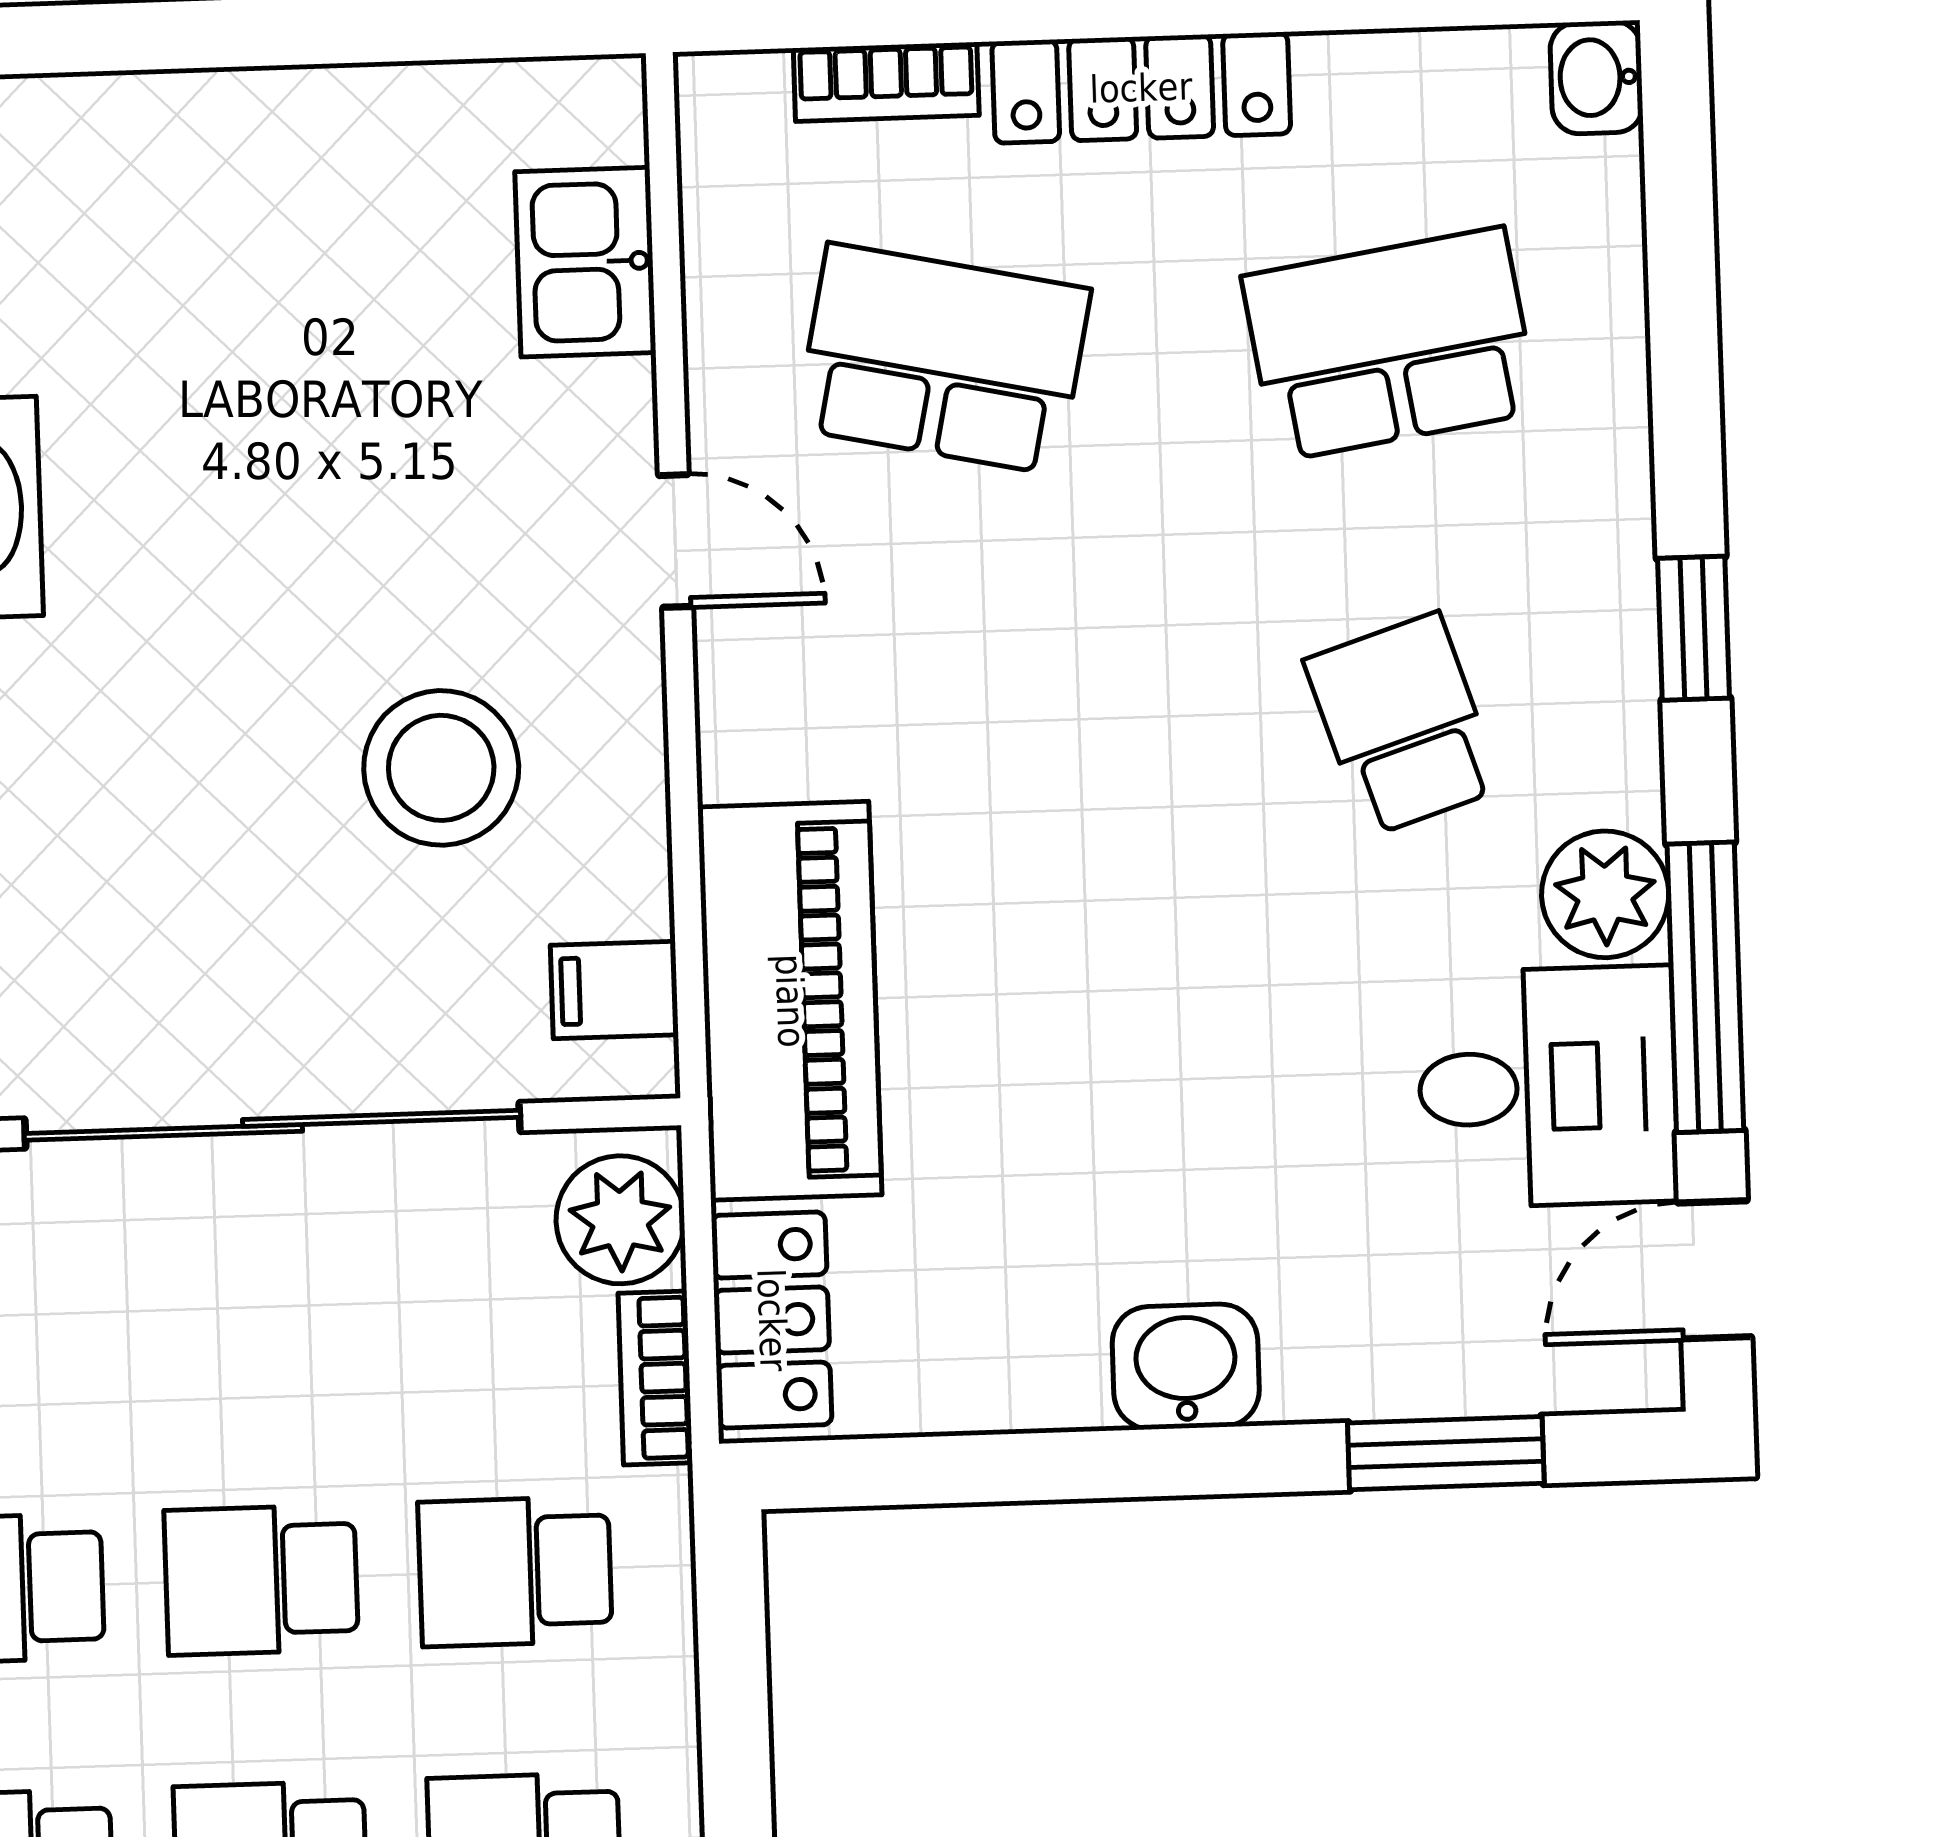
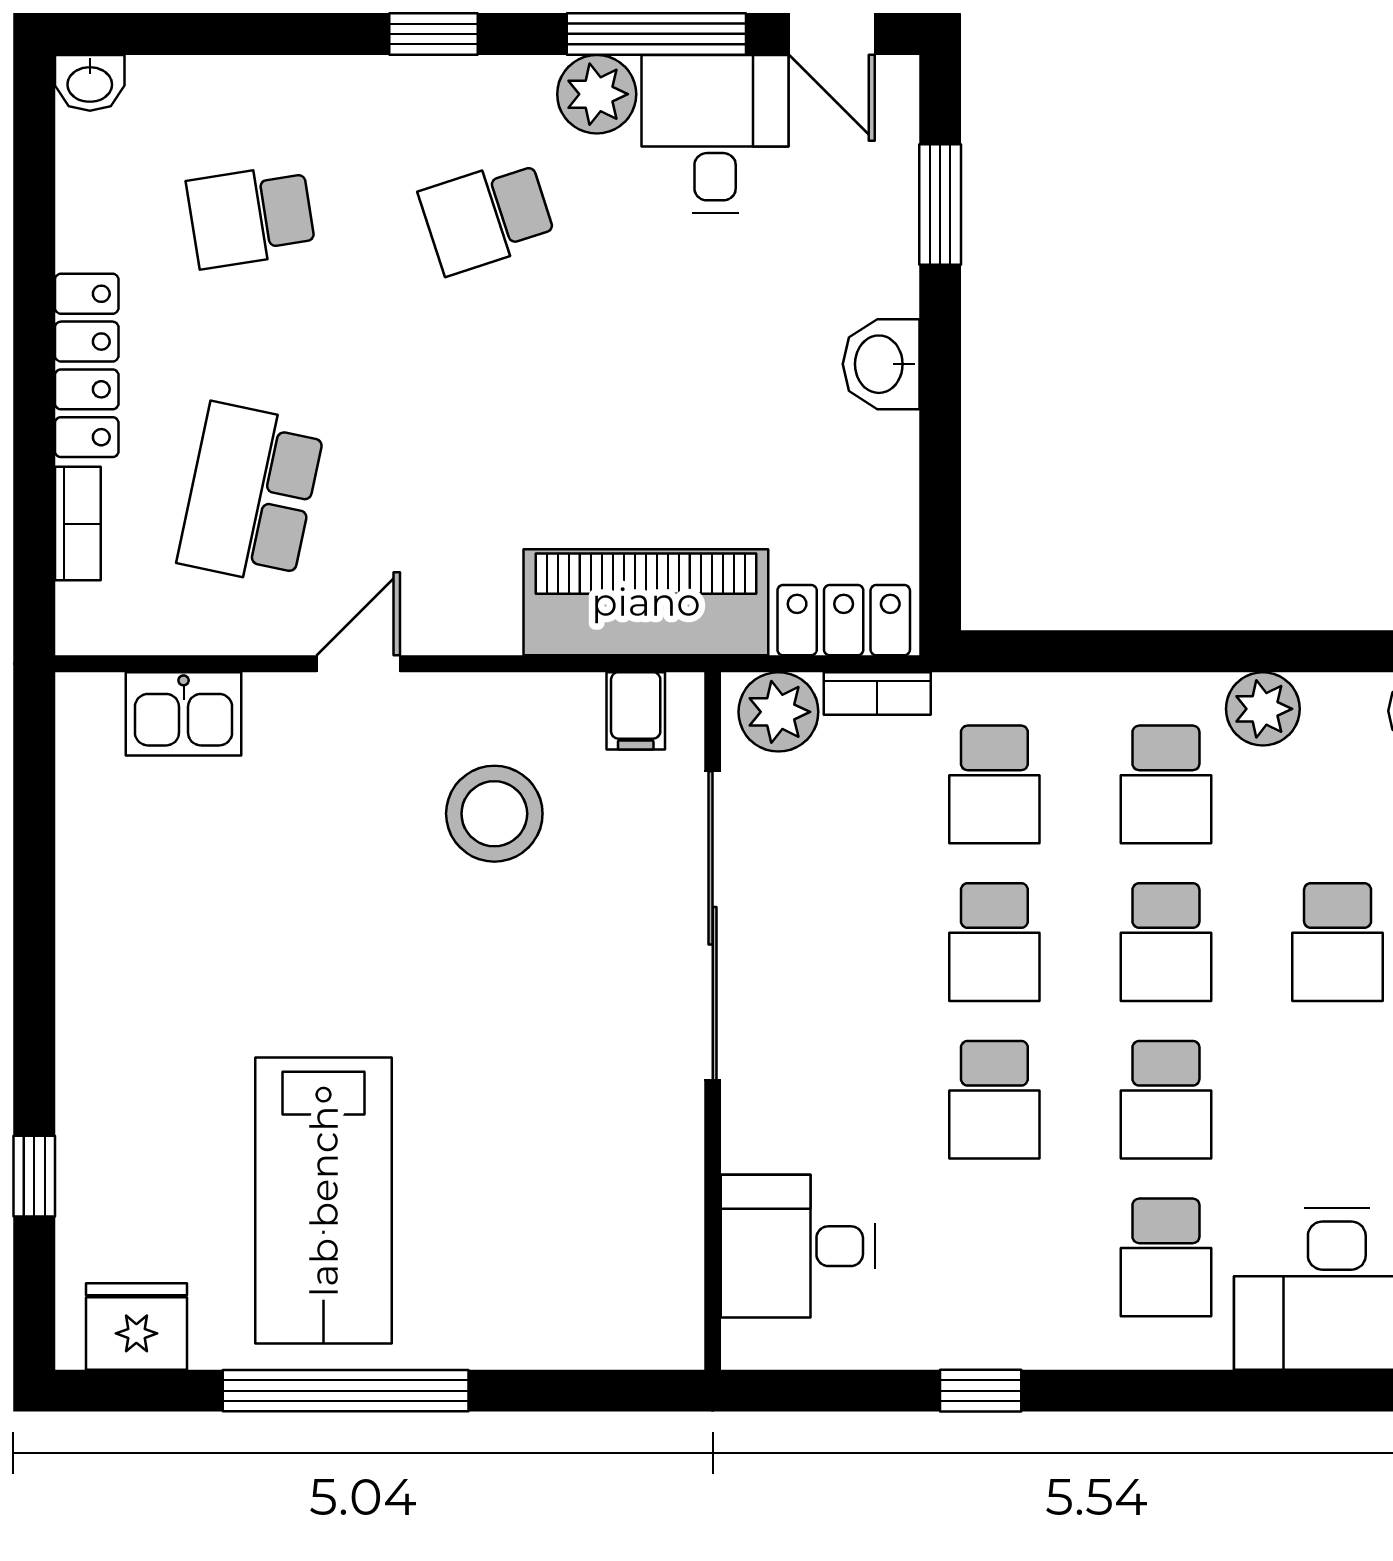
school desk: (1390, 344) -> (251, 216), width x0.54

